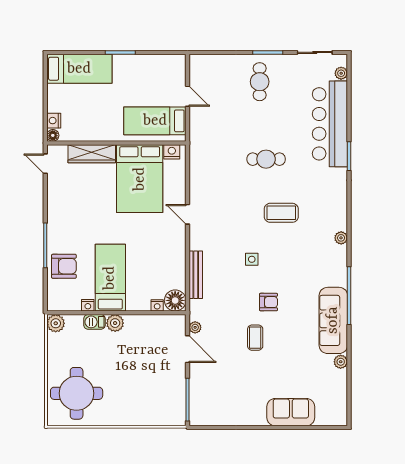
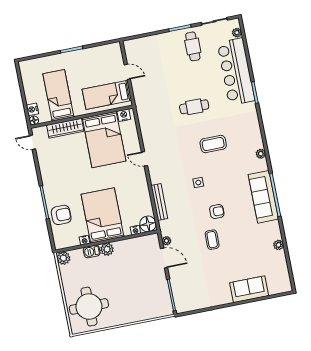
bed: (79, 69) -> (58, 95), moved, turned -90
cafe table: (260, 82) -> (193, 46), moved
bed: (110, 278) -> (102, 215), width x1.50
sofa: (333, 320) -> (263, 197), moved

